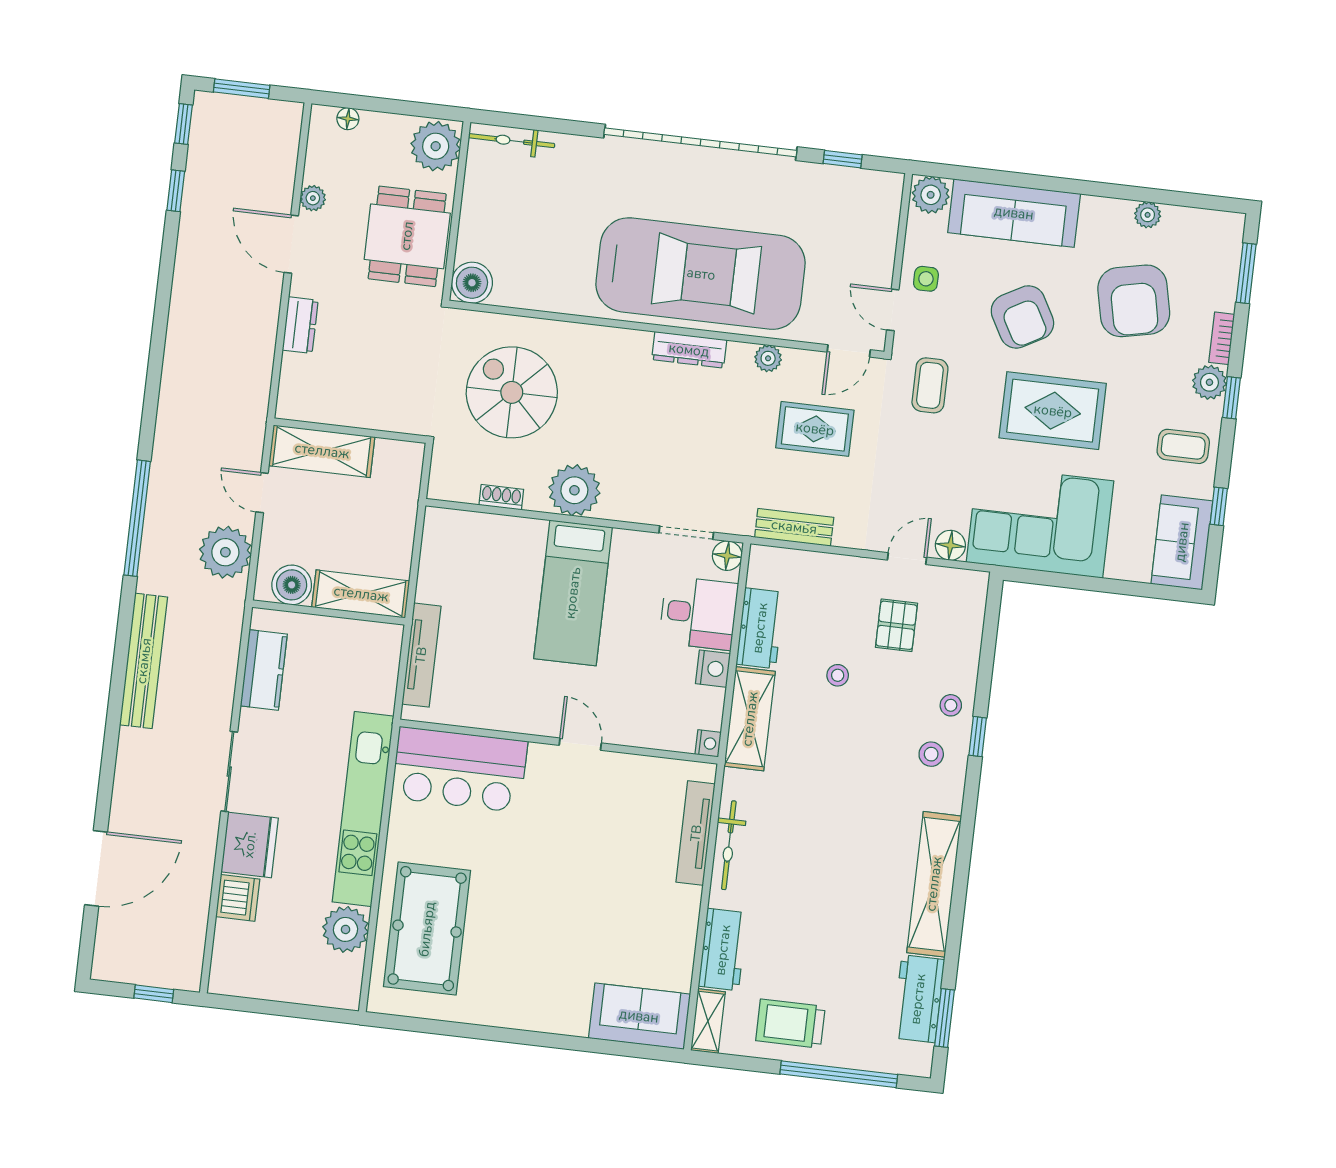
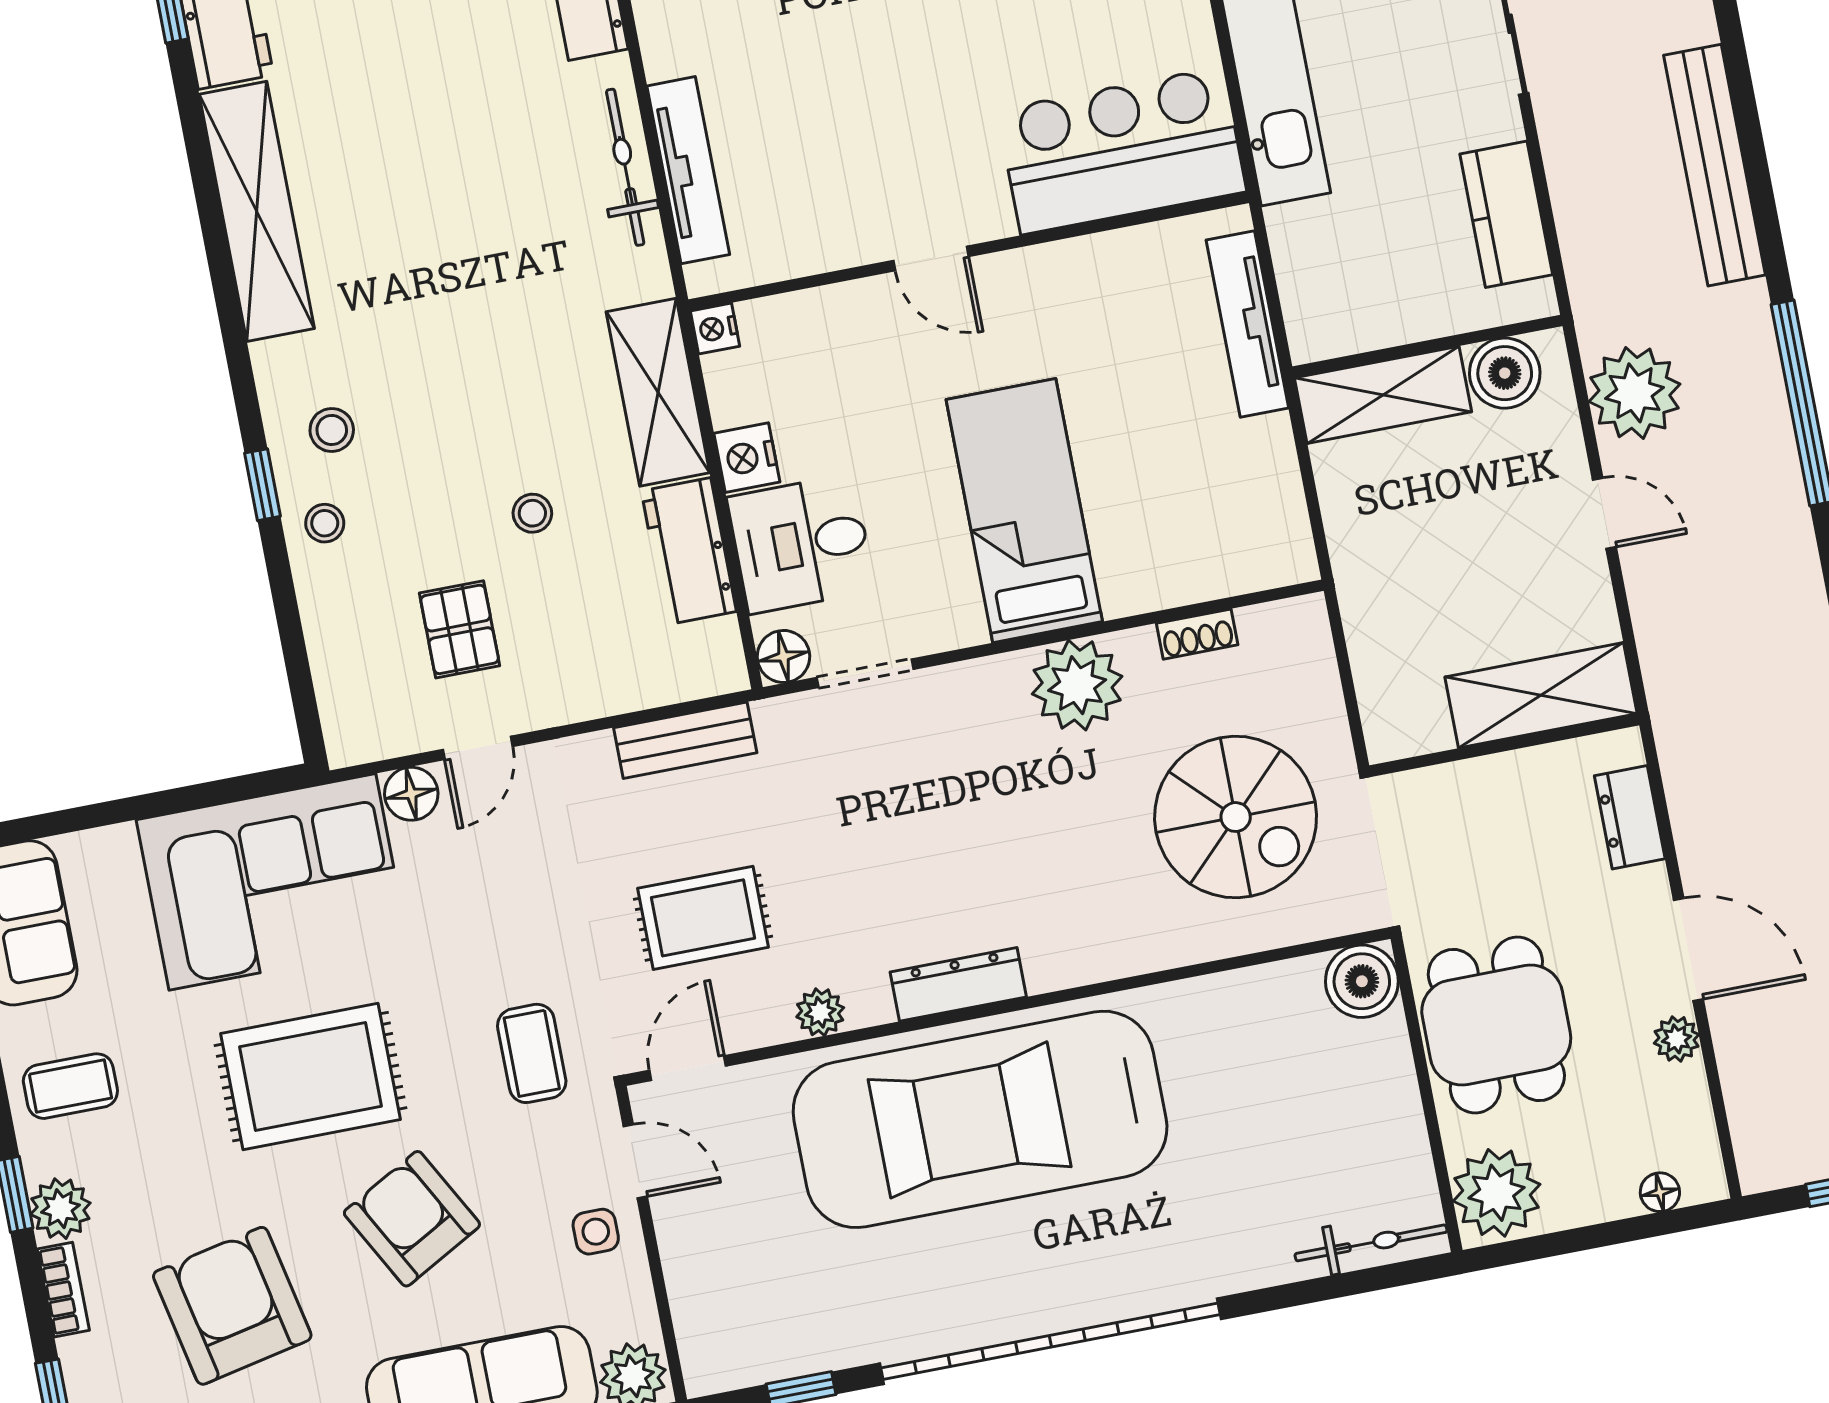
wall: (350, 431) -> (1504, 745), moved
shelving: (322, 451) -> (1541, 695), moved

